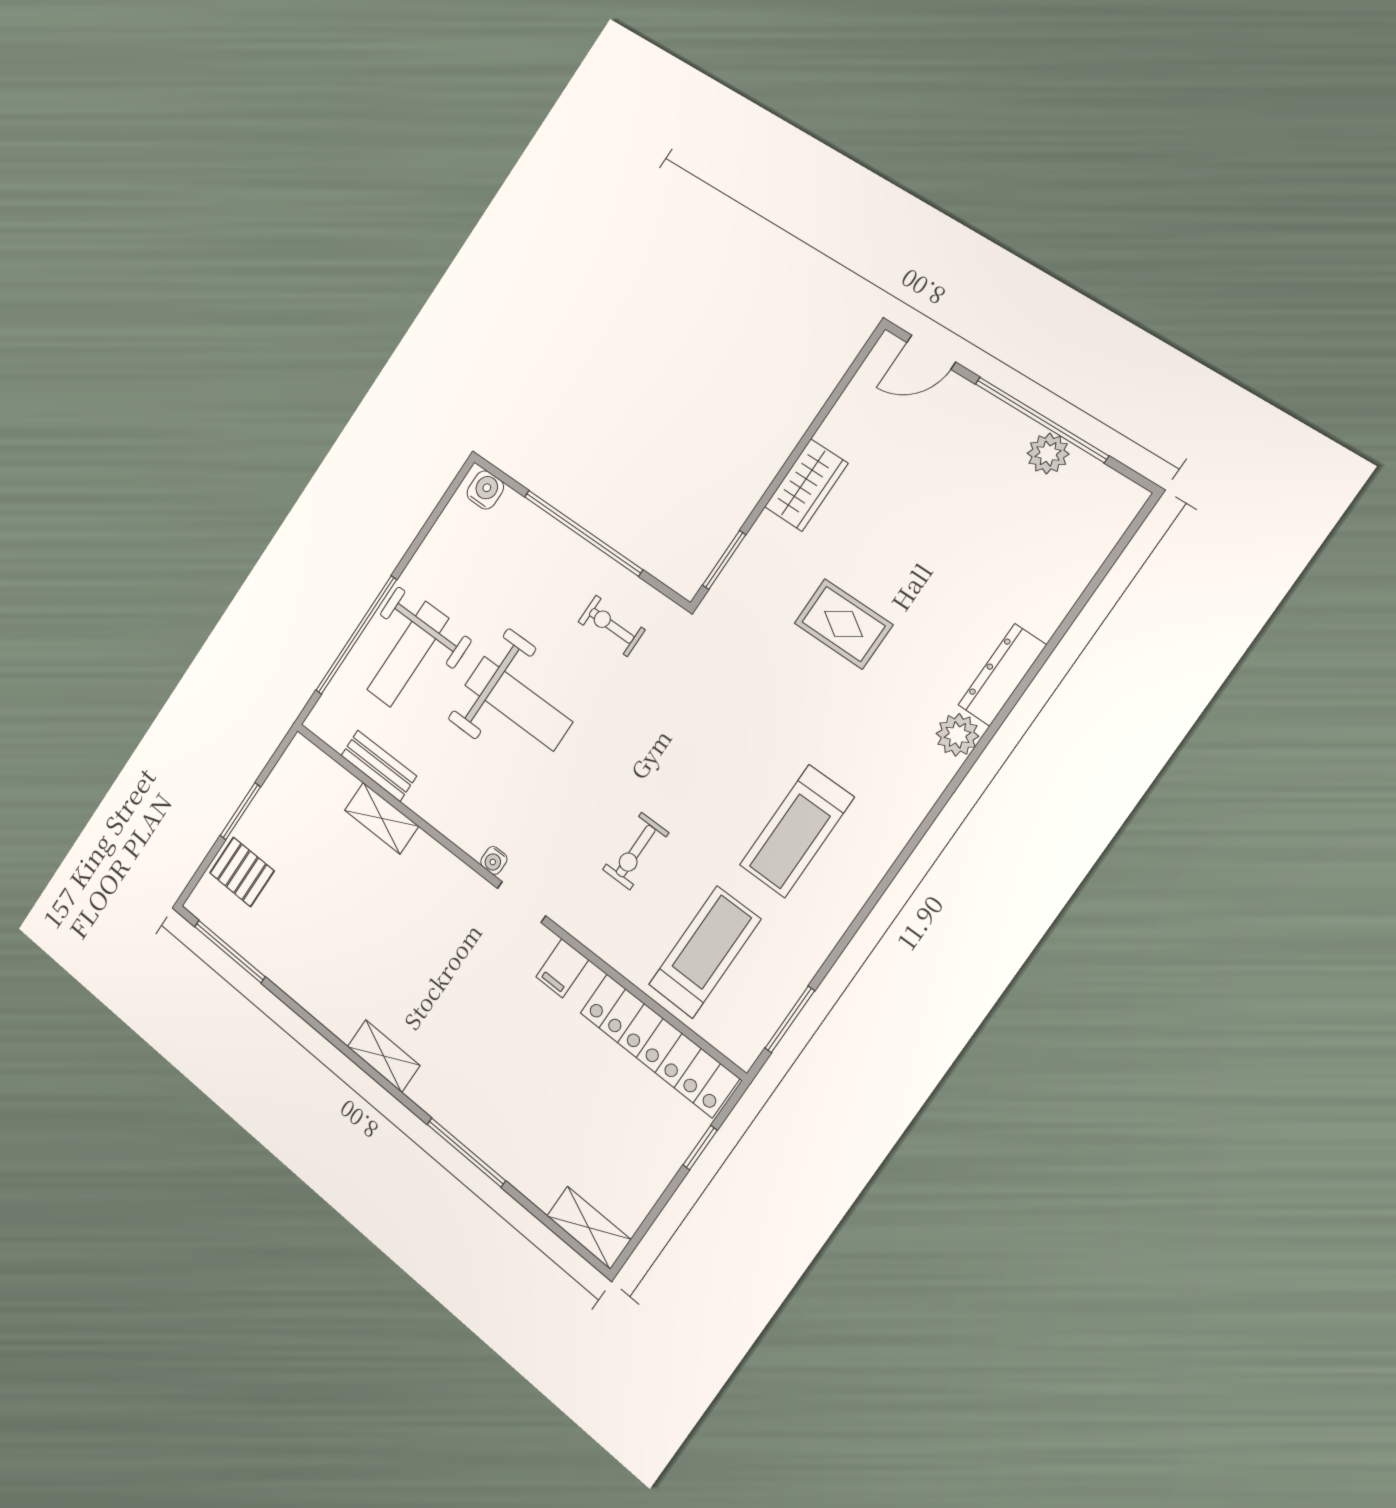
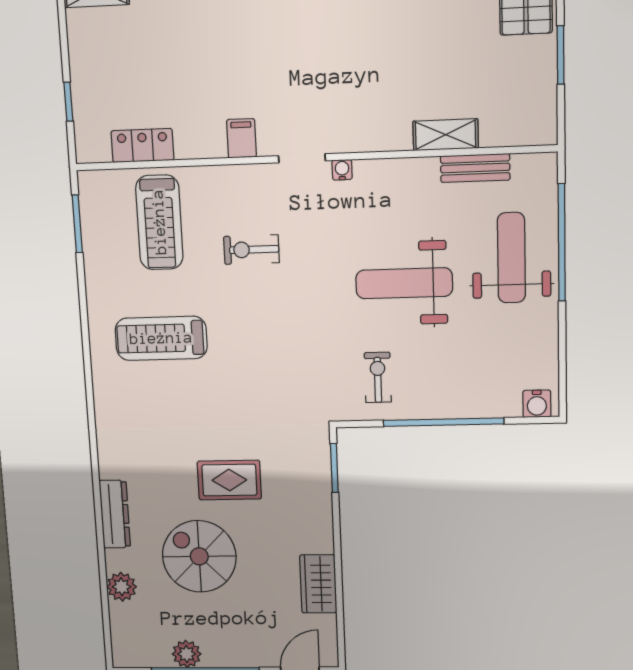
wardrobe: (806, 485) -> (318, 584), moved
spiral stairs: (943, 560) -> (199, 556), added
exercise bike: (612, 626) -> (378, 377), turned -90
plant: (957, 735) -> (122, 587), moved
treadmill: (797, 831) -> (161, 338), turned -90
exercise bike: (636, 851) -> (251, 250), turned -90
locker: (659, 1045) -> (142, 145), width x0.46, depth x0.83

